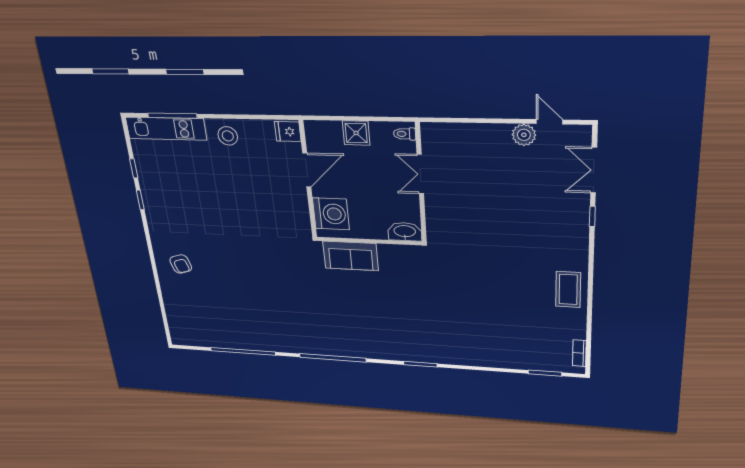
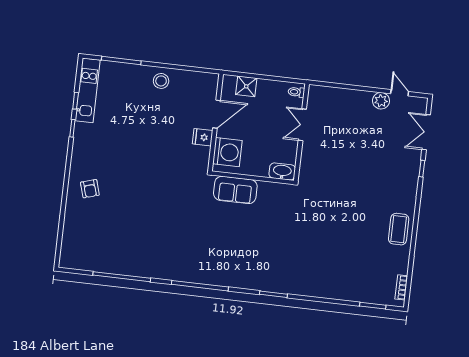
kitchen unit: (166, 129) -> (88, 90), moved, turned -90
fridge: (288, 132) -> (203, 137), moved
shower: (356, 133) -> (246, 86), moved

